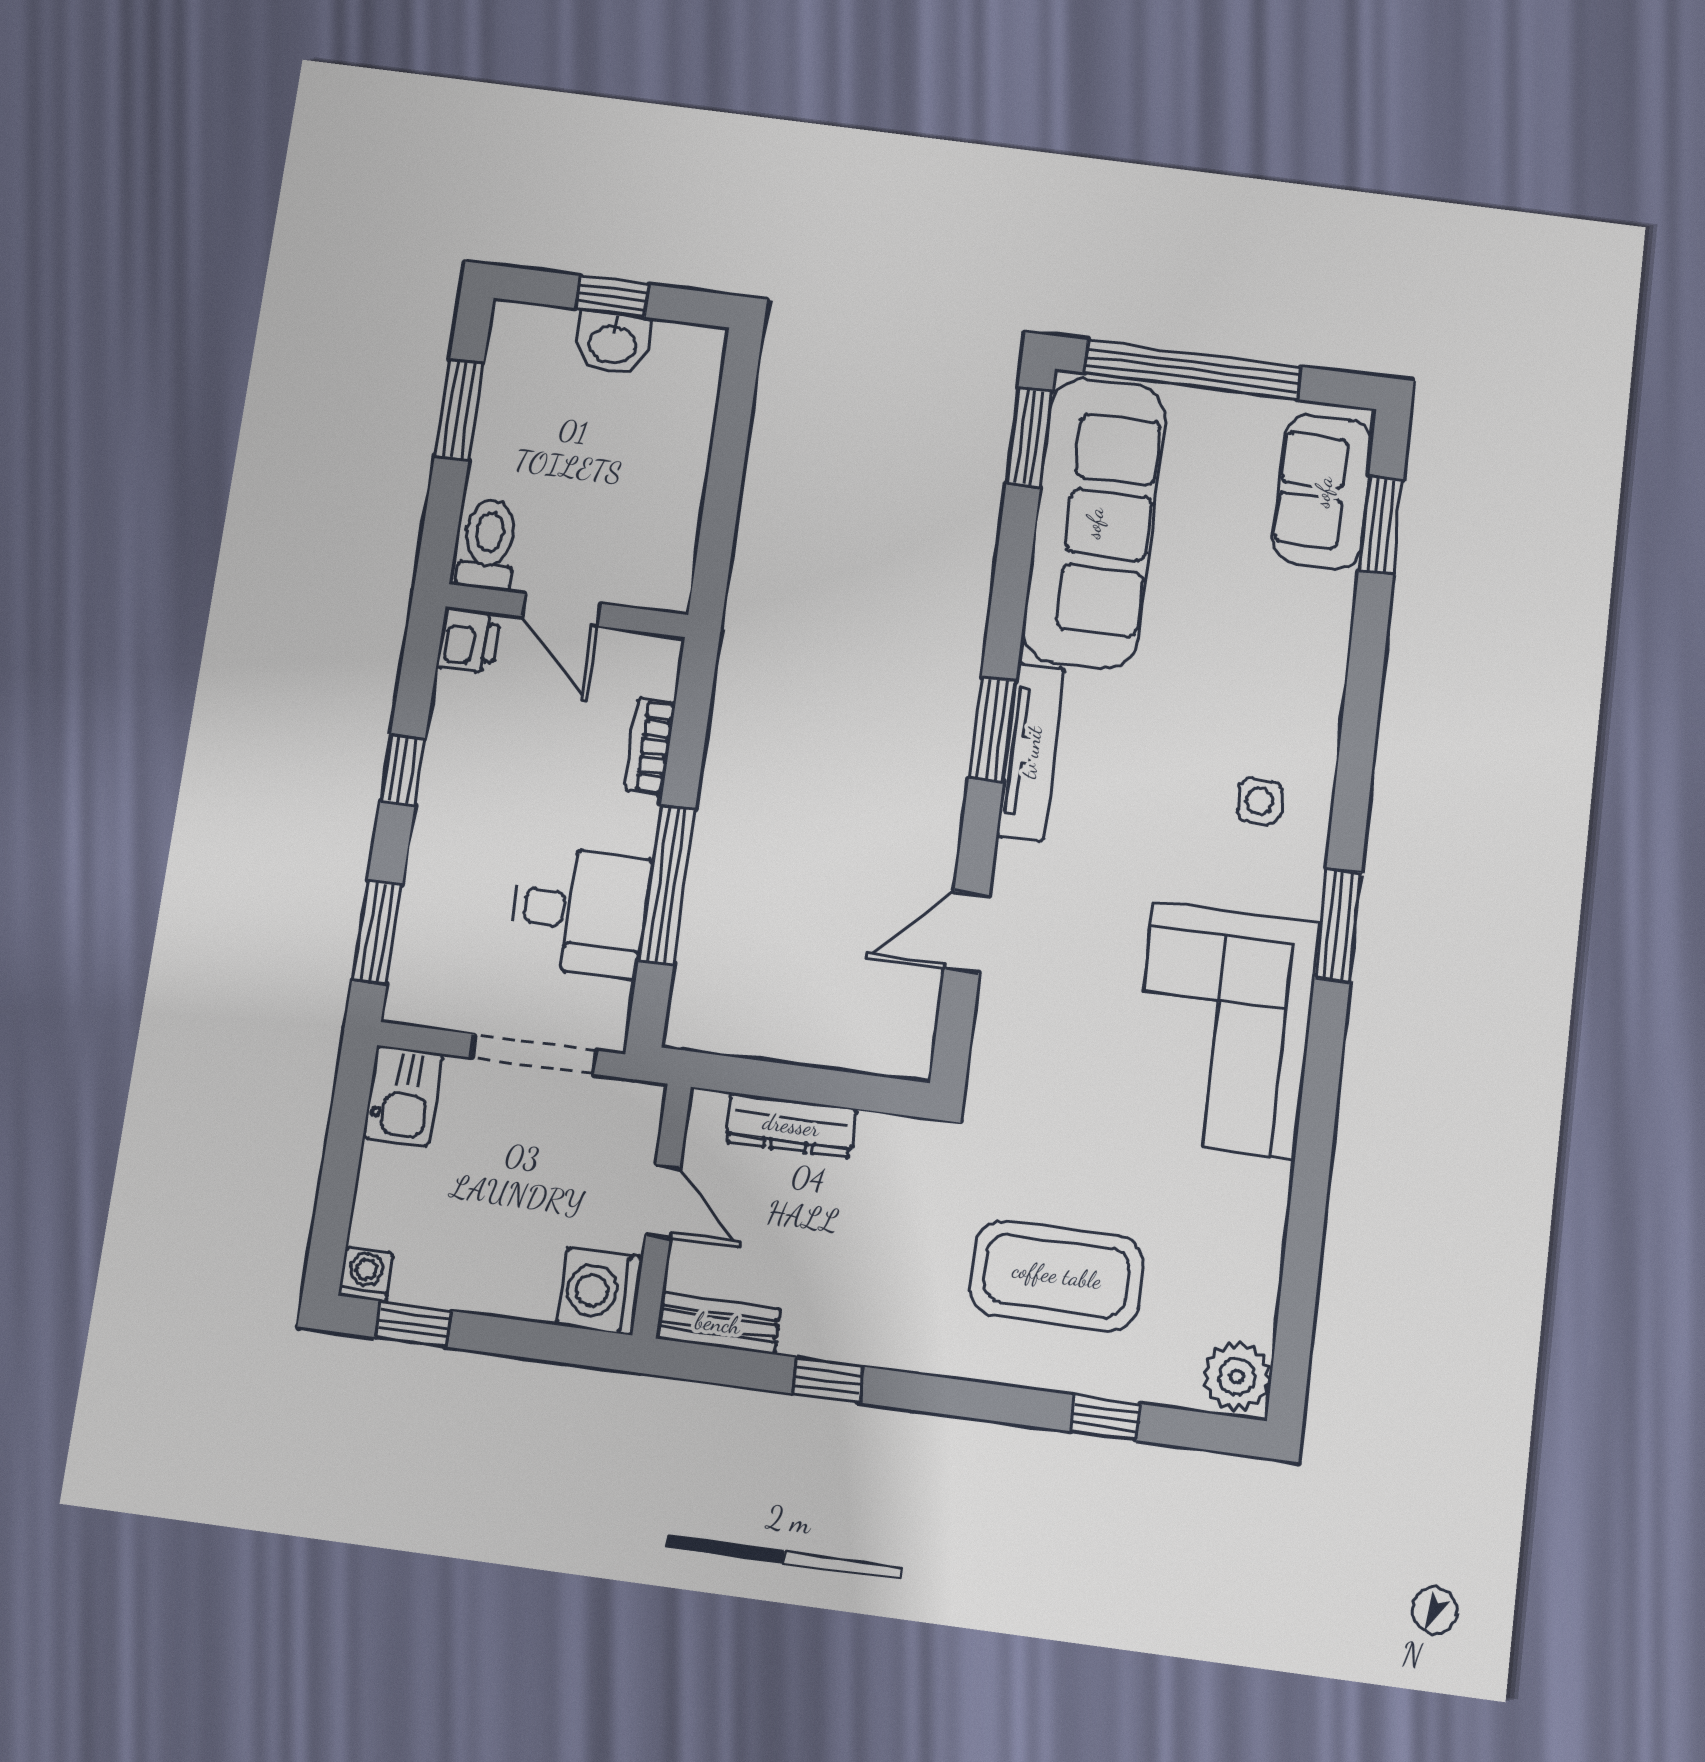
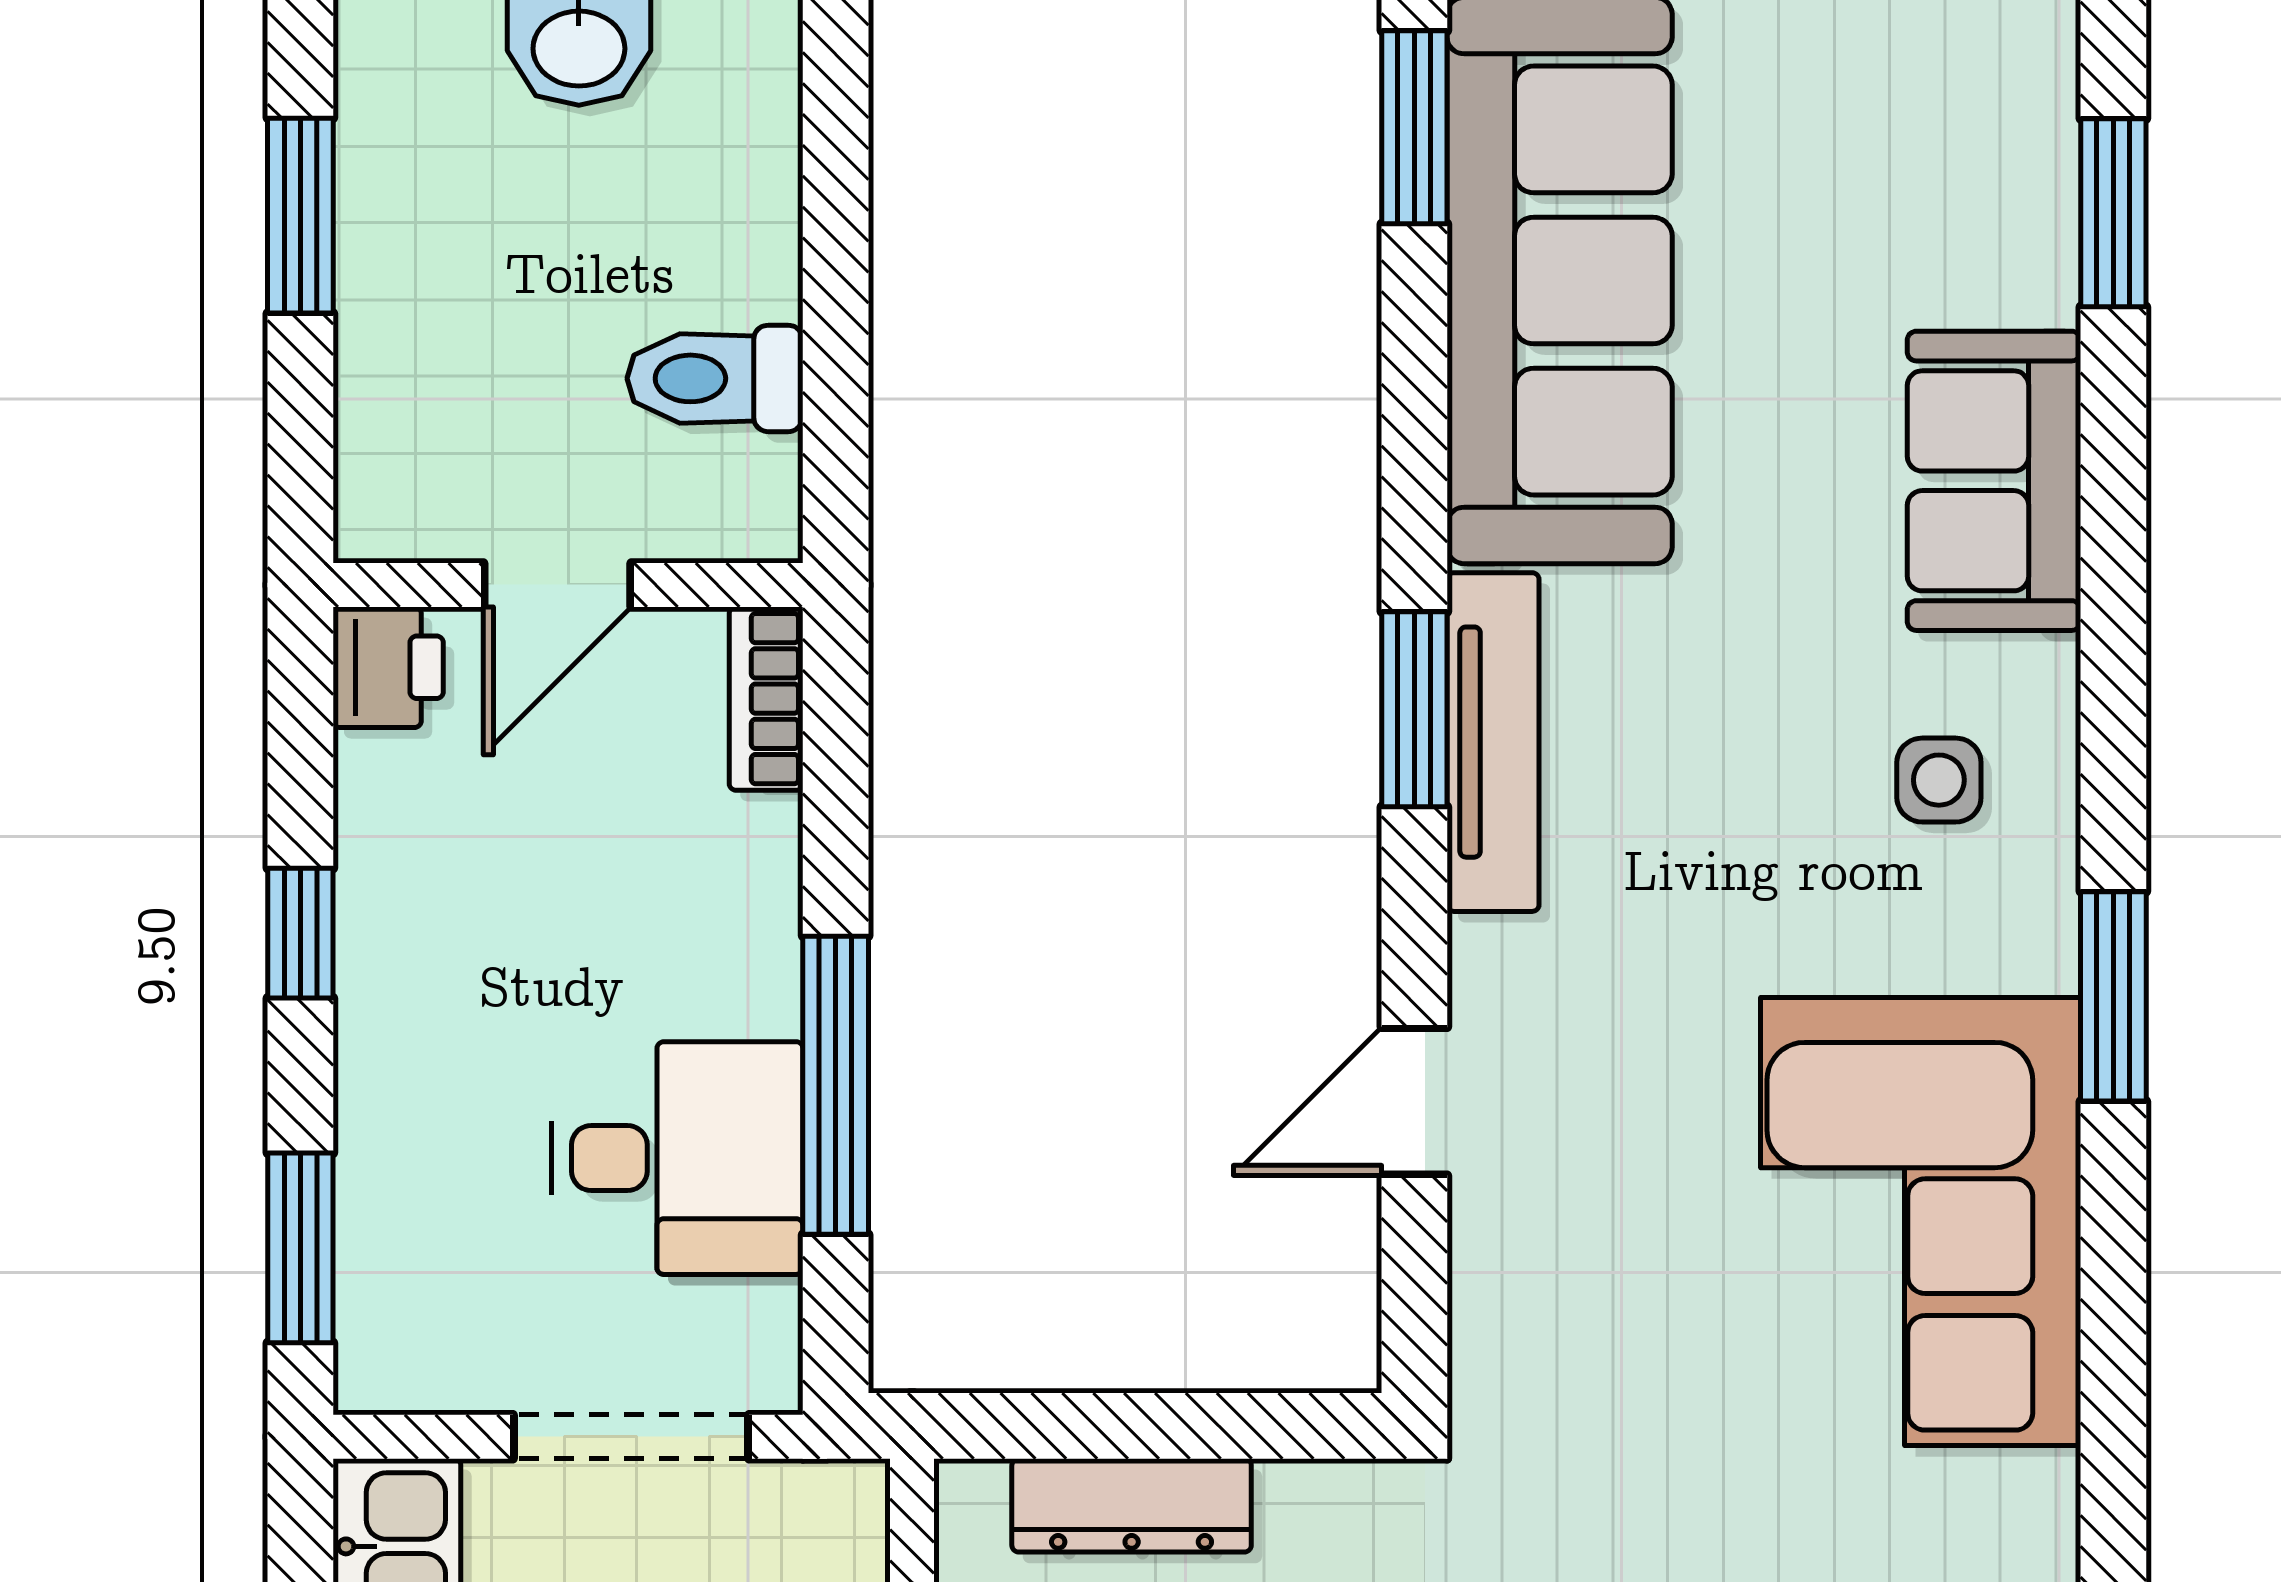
sofa: (1323, 492) -> (1994, 481), moved
toilet: (488, 544) -> (715, 378), moved, turned -90
door: (561, 610) -> (557, 585), hinge flipped
bookcase: (650, 747) -> (766, 699), moved

